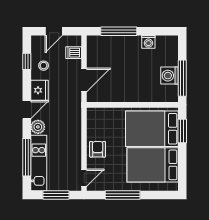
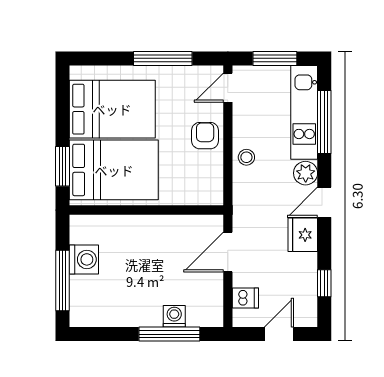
washing machine: (148, 42) -> (174, 316), moved
stool: (44, 66) -> (246, 157), moved
window: (182, 78) -> (62, 281), moved
armchair: (98, 149) -> (205, 136), turned 180

